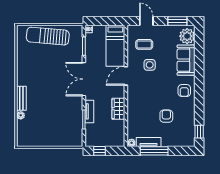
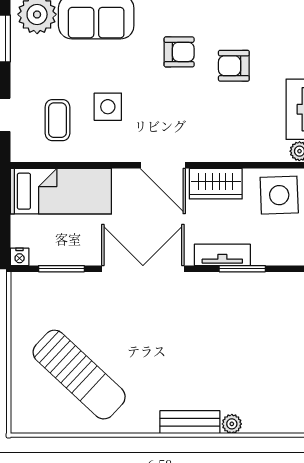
sun lounger: (48, 36) -> (79, 375), moved, turned -52
door: (126, 76) -> (163, 165), moved
double door: (84, 79) -> (143, 269), swing flipped
armchair: (184, 91) -> (179, 52), moved
side table: (114, 135) -> (279, 195), added

